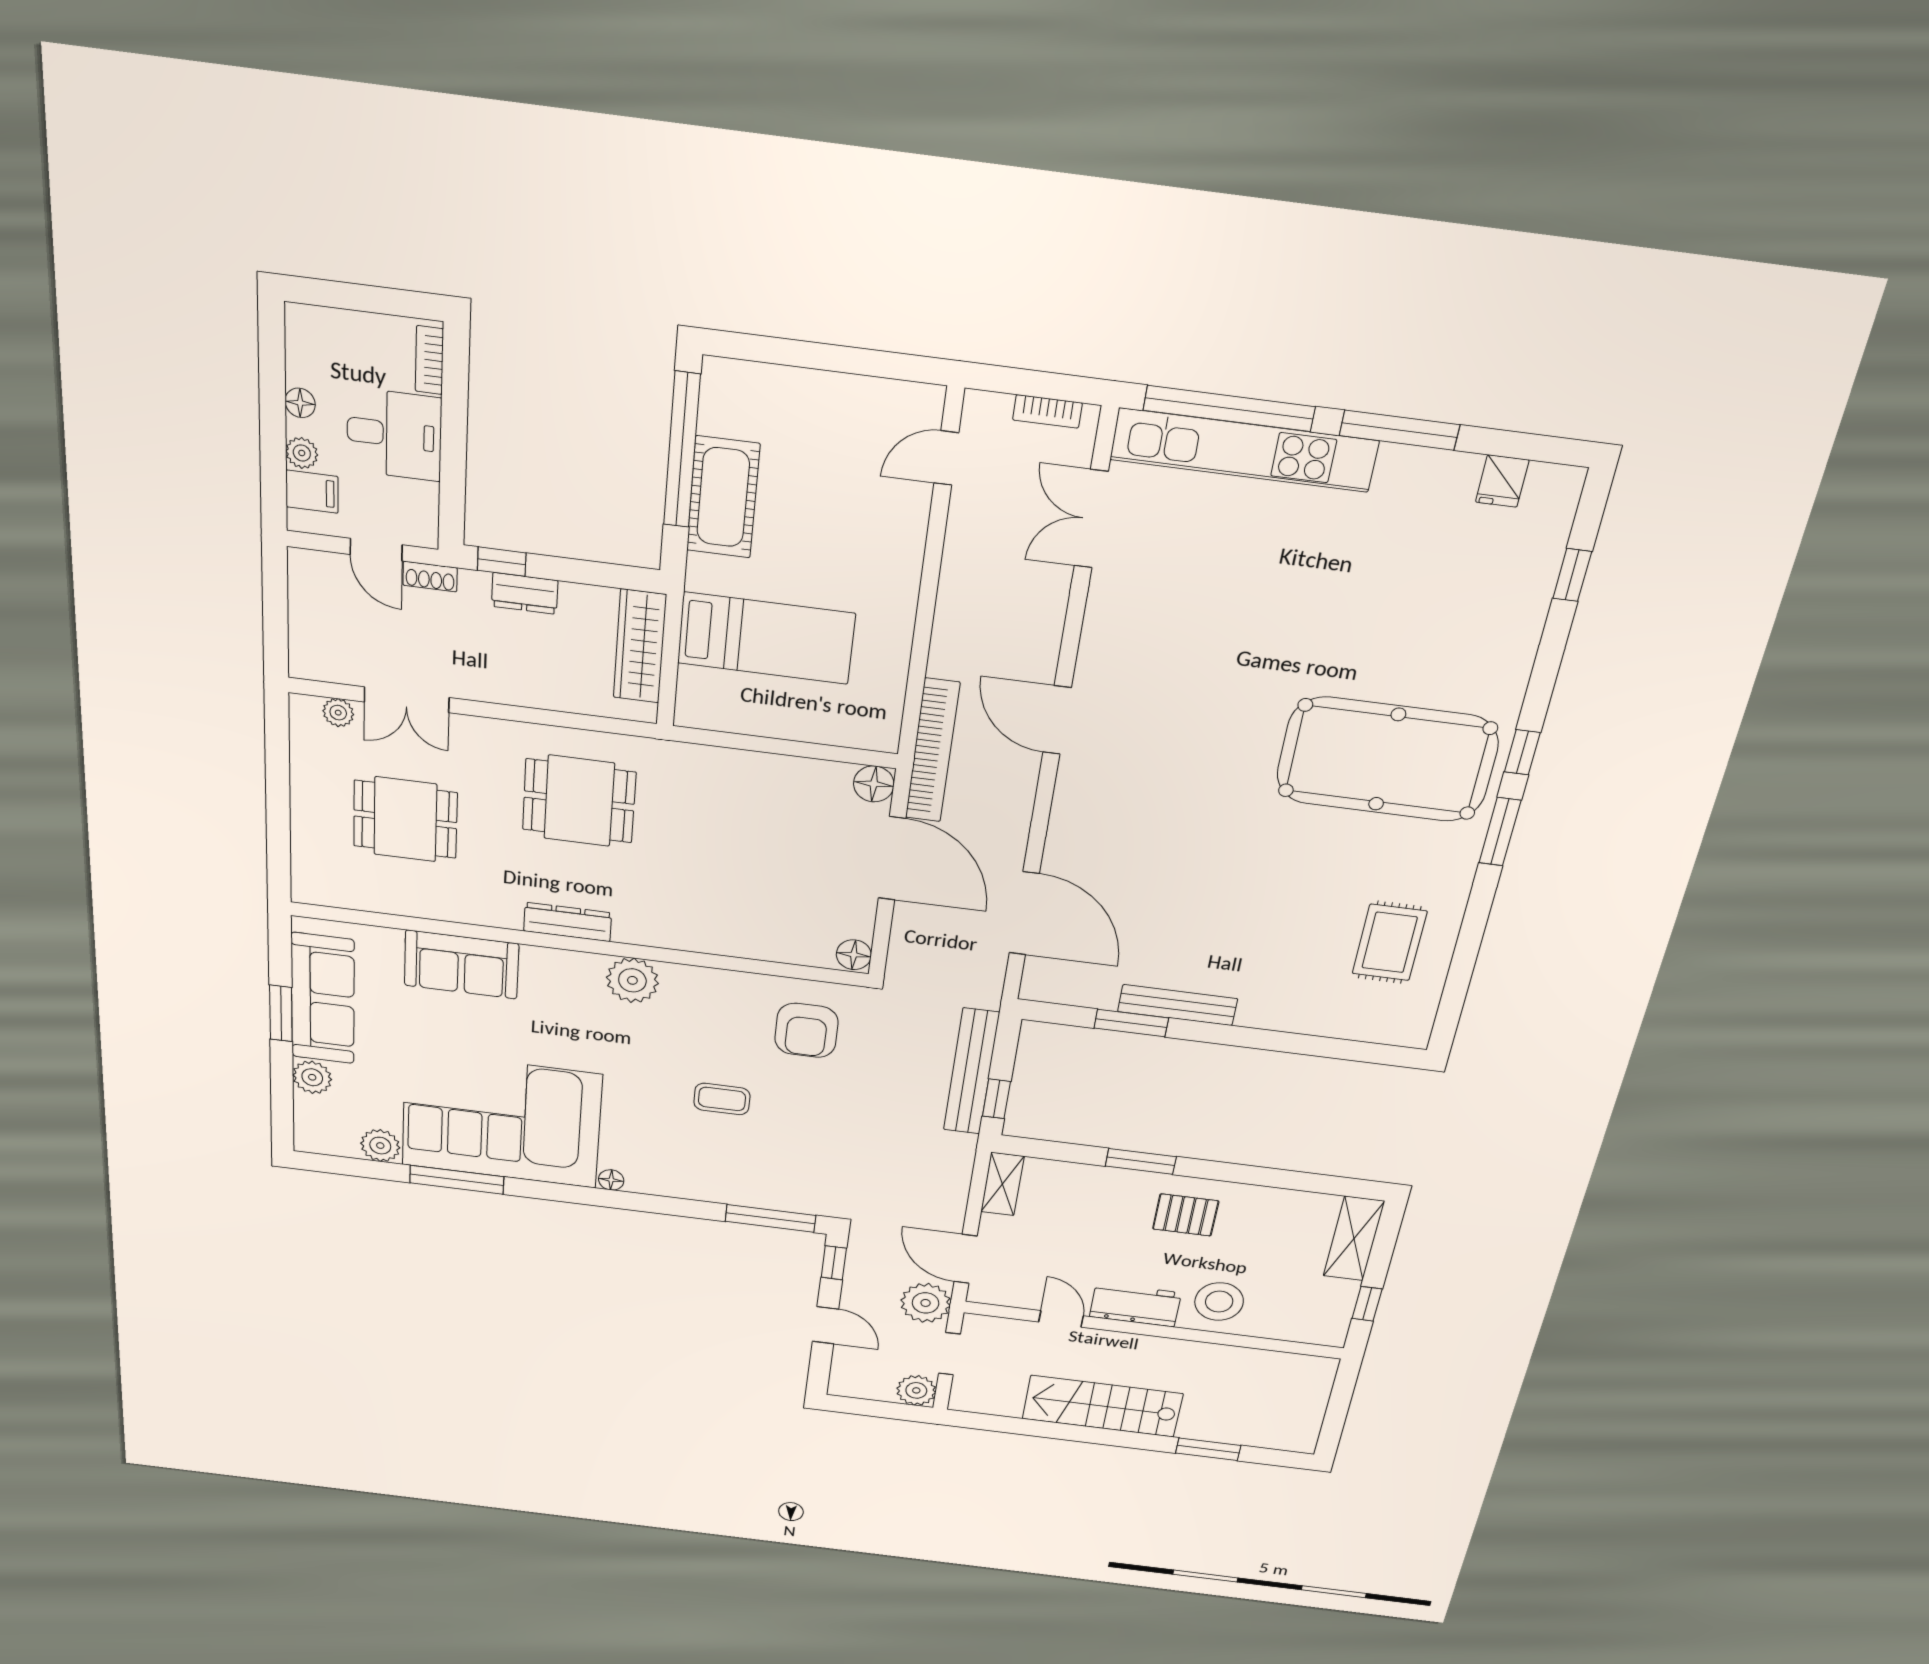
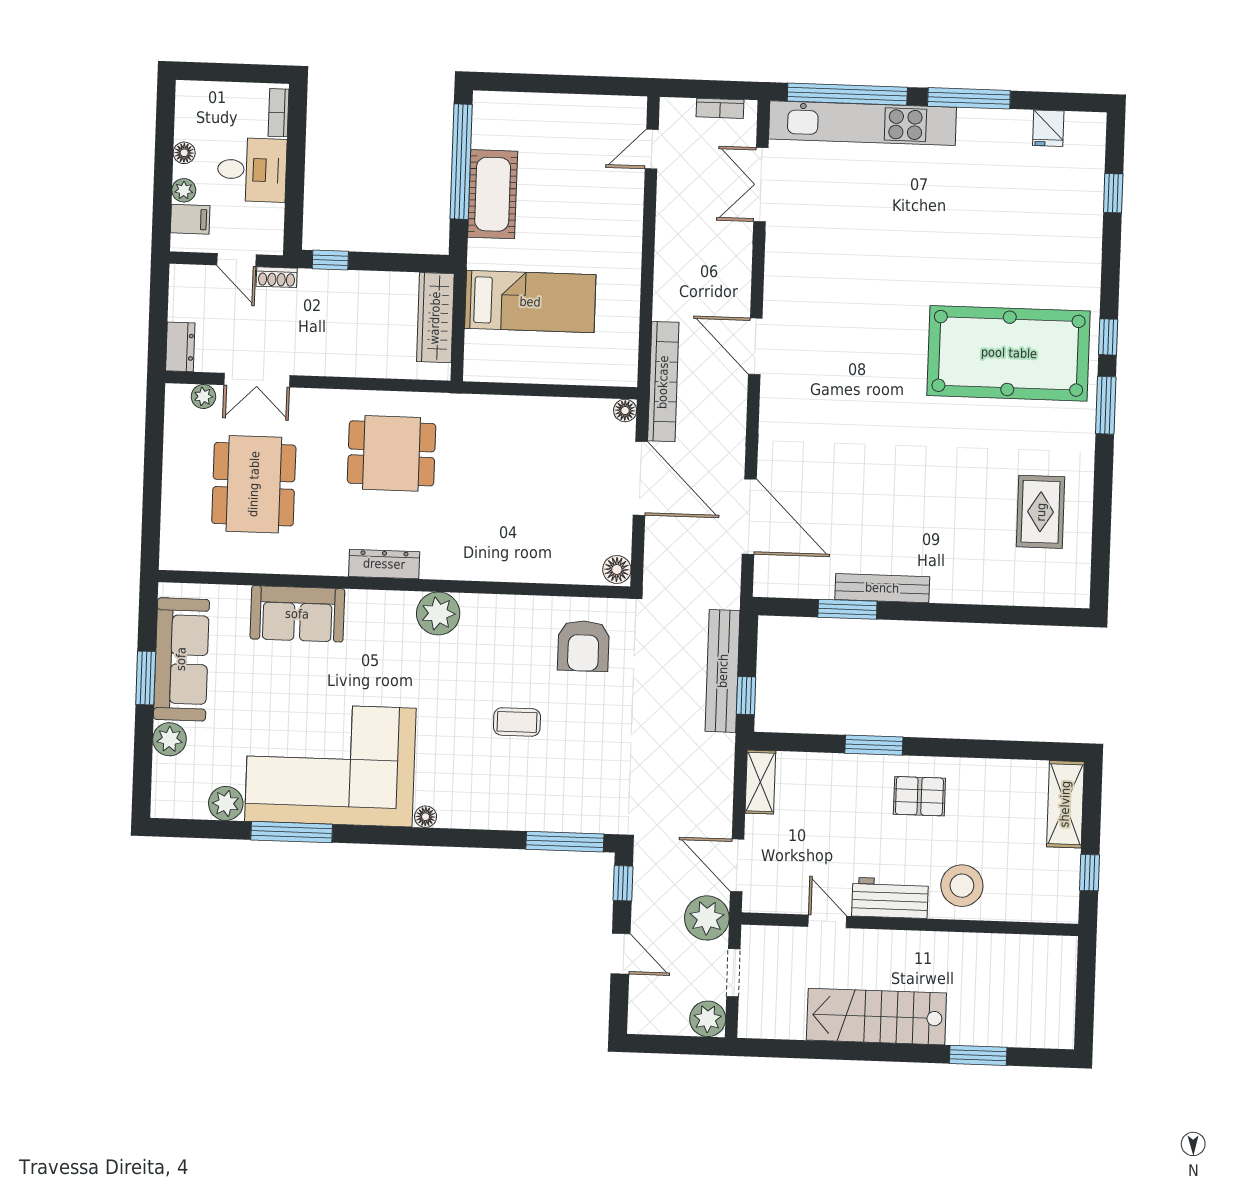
dresser: (525, 593) -> (180, 347), moved, turned -90
floor lamp: (874, 784) -> (625, 411), width x0.73, depth x0.73
dining table: (405, 819) -> (254, 484), width x1.37

